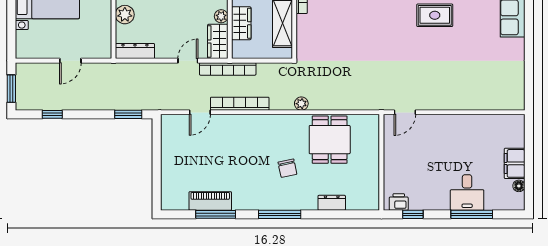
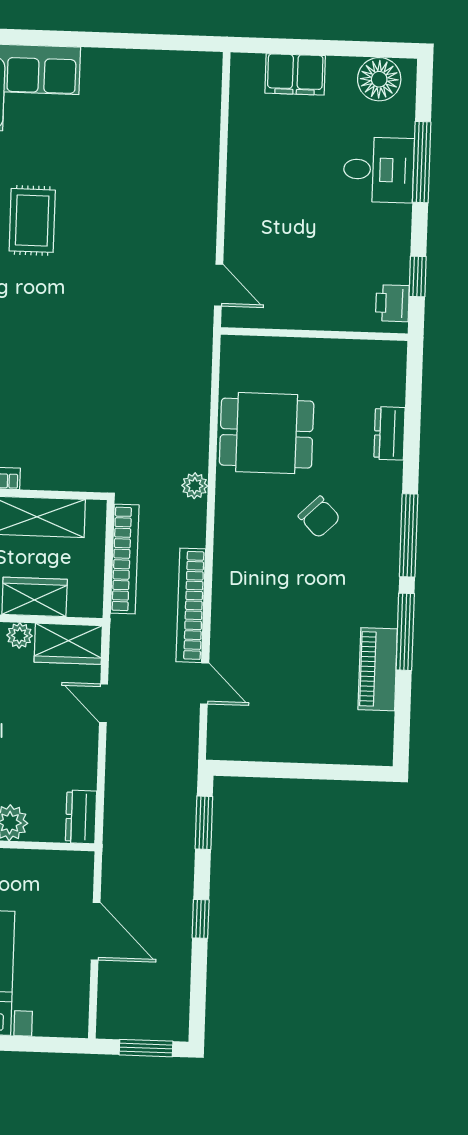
dresser: (135, 51) -> (81, 817), width x0.70
door: (70, 61) -> (96, 931), width x1.38
bookcase: (228, 69) -> (125, 559), moved
window: (52, 114) -> (201, 919), moved
filing cabinet: (515, 163) -> (295, 74), moved
chair: (287, 168) -> (319, 517), turned 58
floor lamp: (519, 186) -> (379, 79), width x1.89, depth x1.89
window: (216, 214) -> (405, 632), moved

